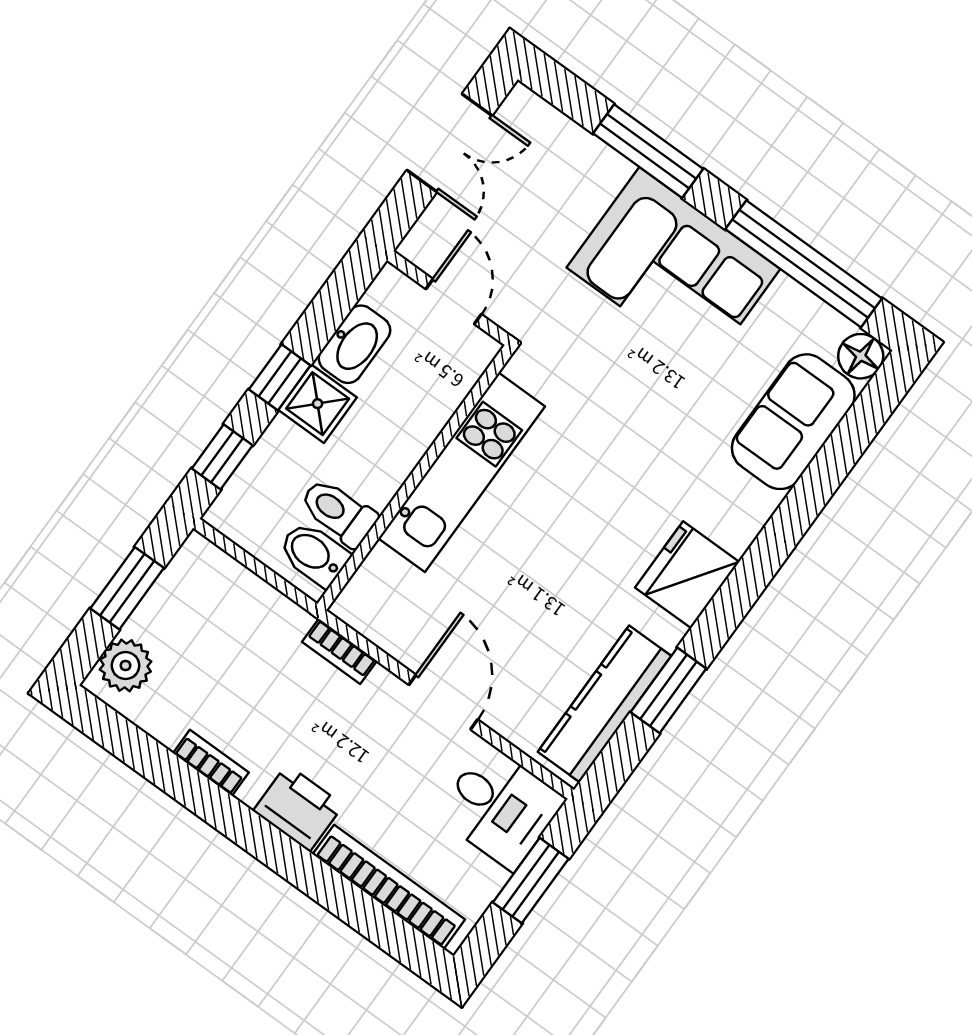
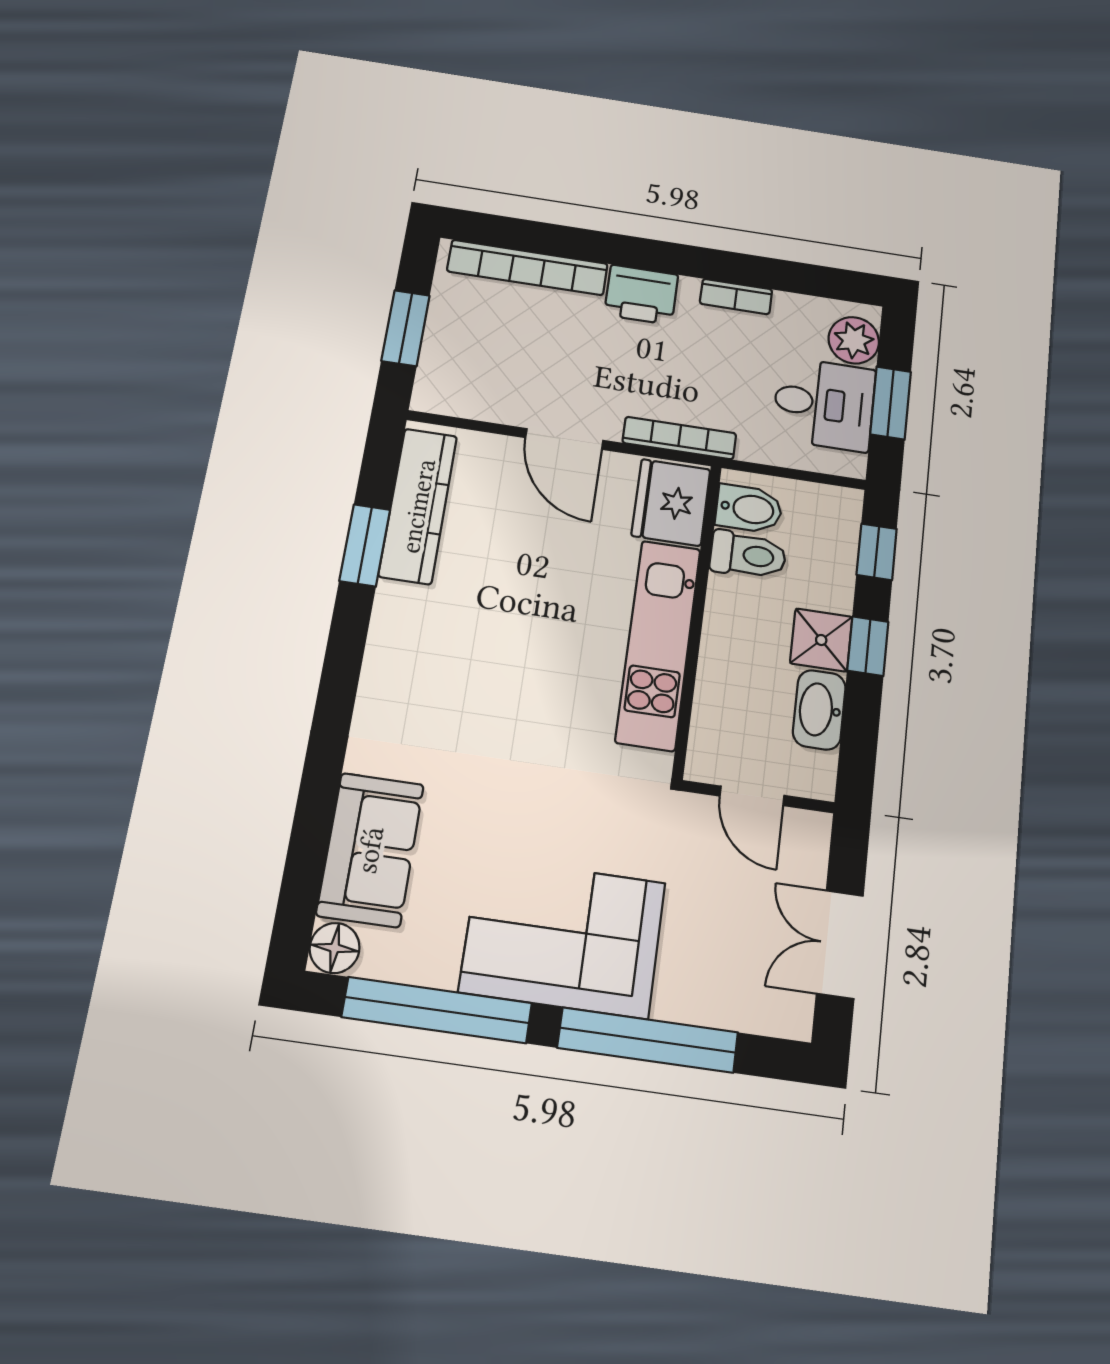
window: (648, 151) -> (648, 1040), width x1.46
fridge: (687, 575) -> (671, 502), moved, turned 180
bookcase: (340, 651) -> (679, 438), width x1.56
desk: (500, 807) -> (824, 404), moved, turned 180

